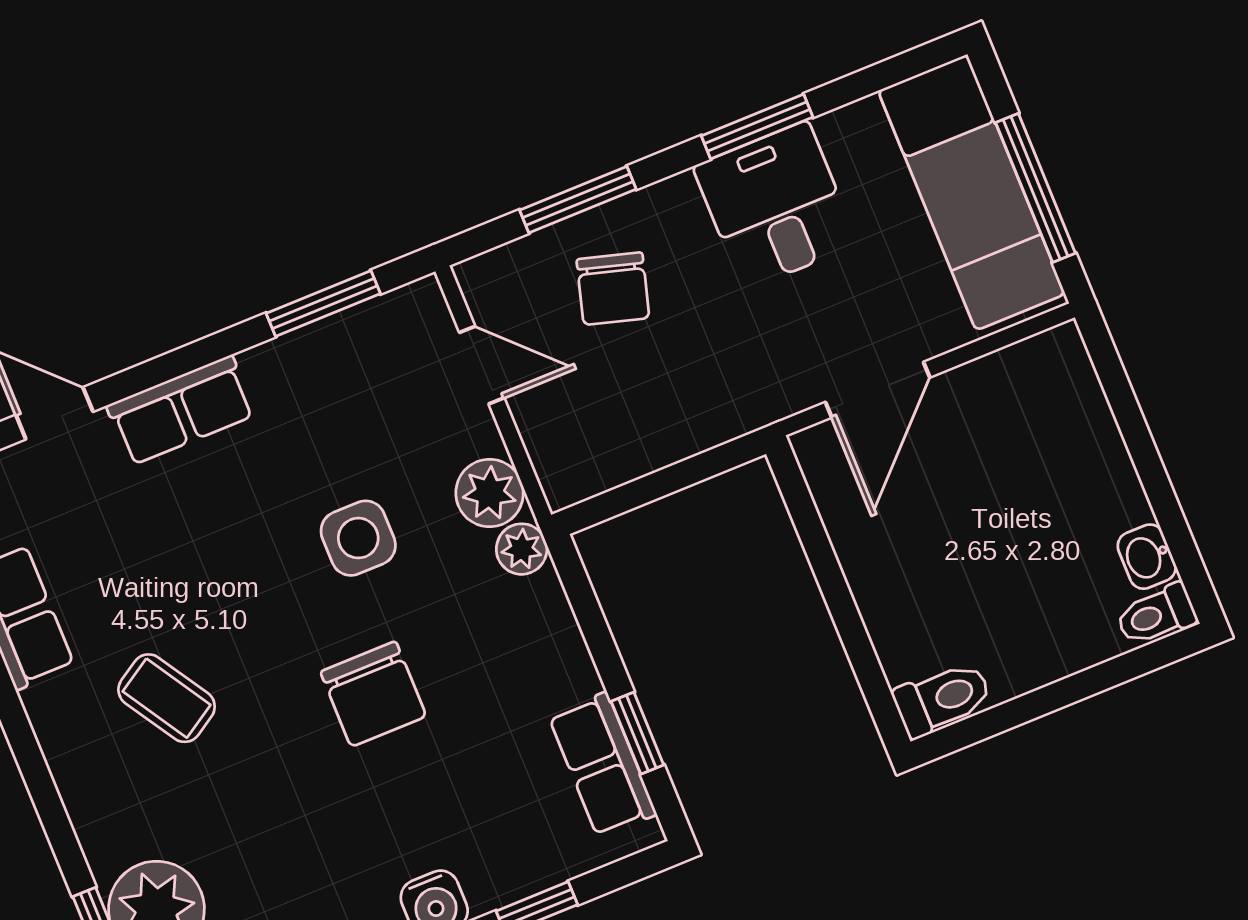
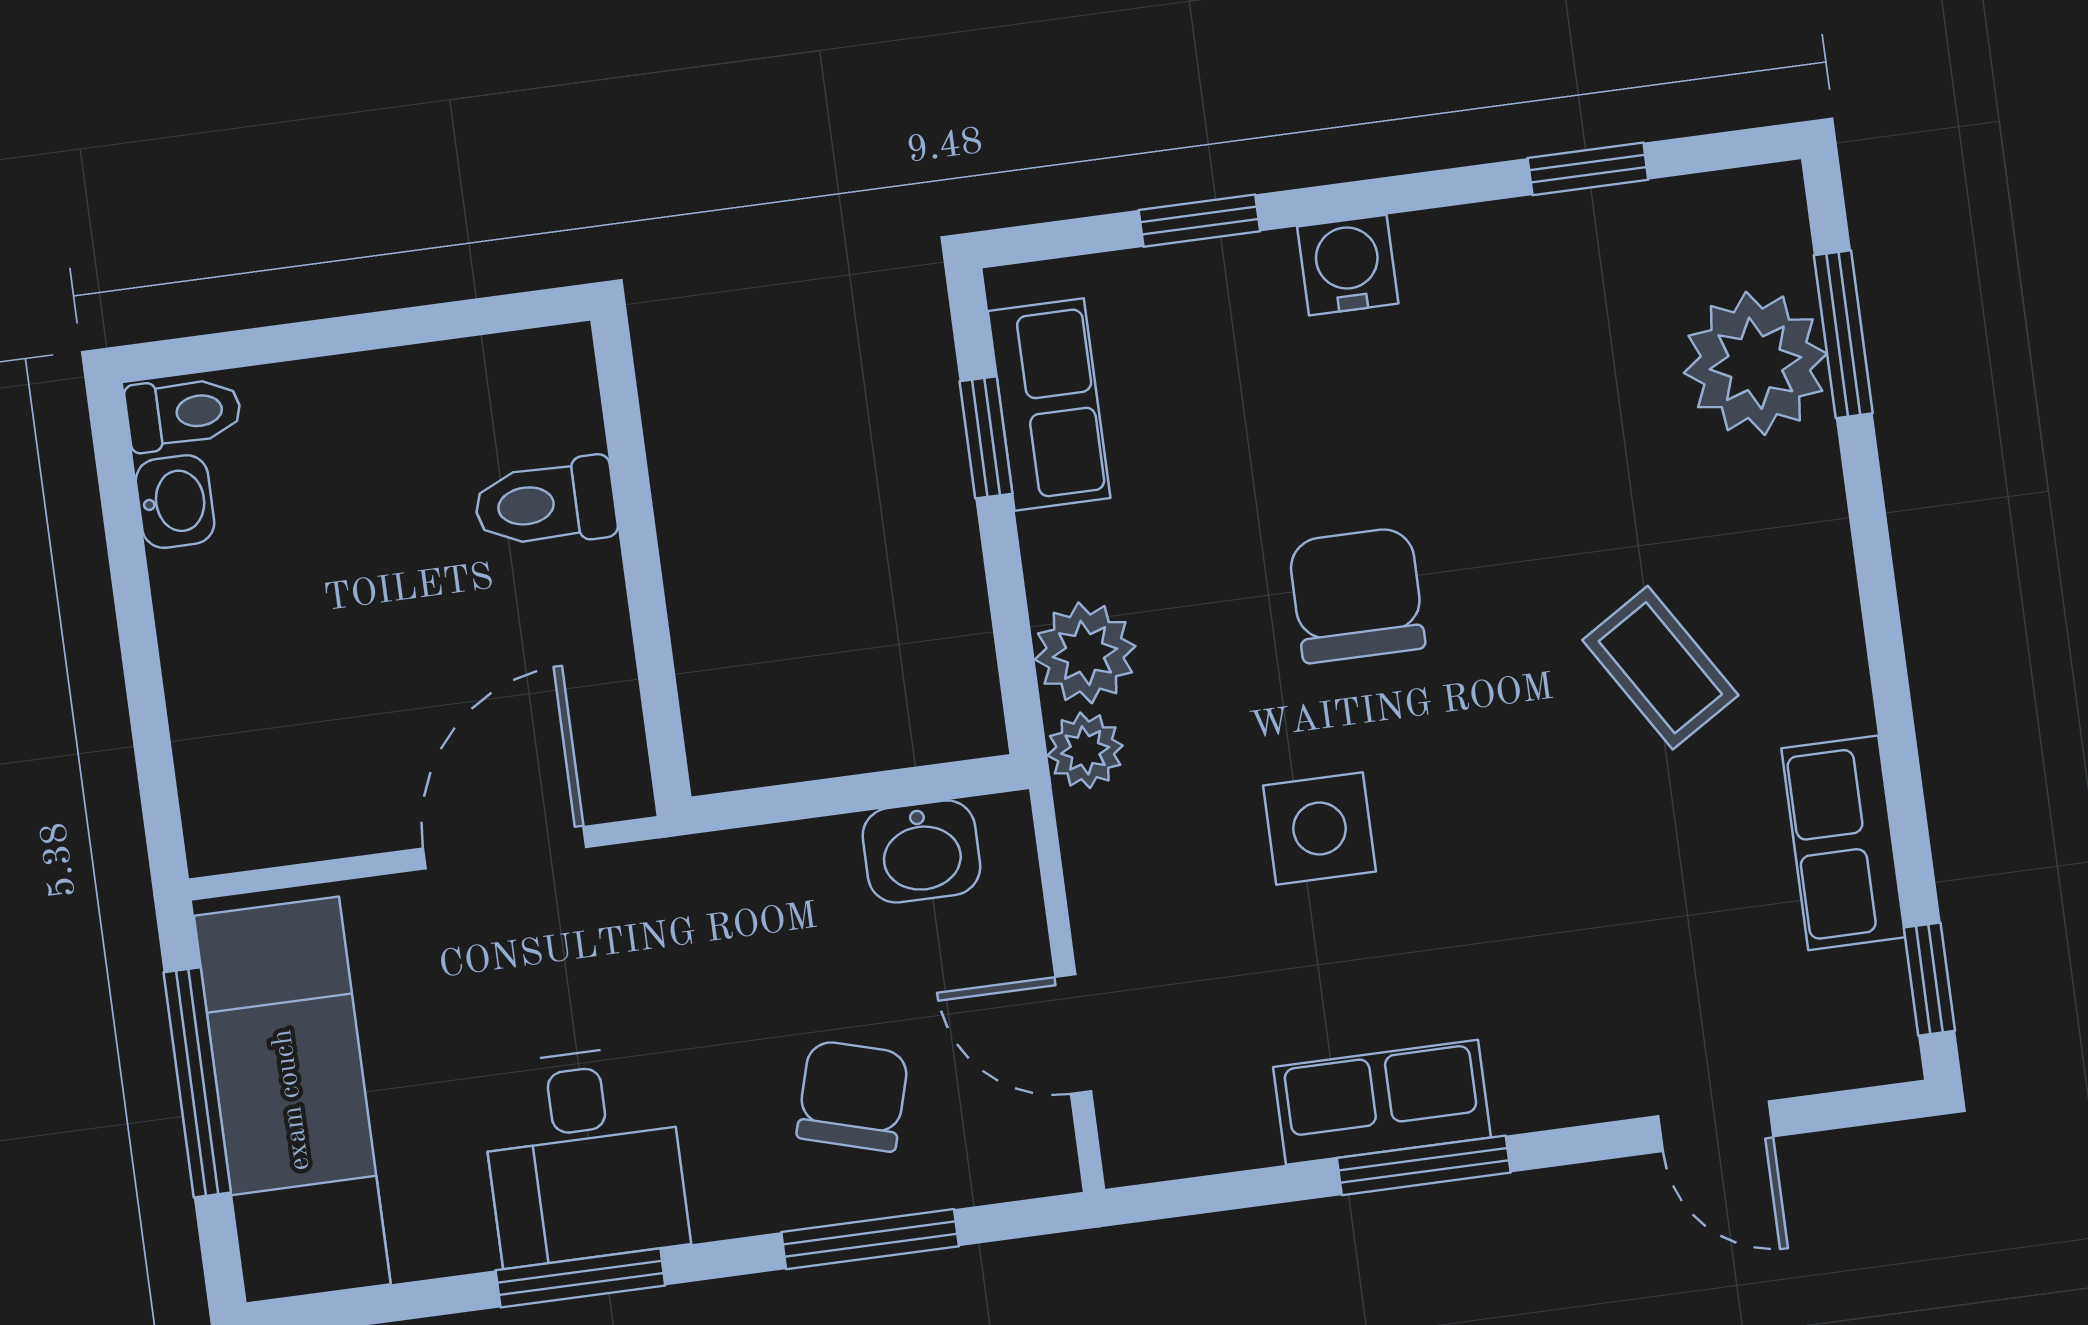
window: (323, 304) -> (1424, 1165), moved
row of seats: (181, 410) -> (1382, 1102), moved
washbasin: (610, 457) -> (921, 851), added
plant: (490, 493) -> (1085, 653), moved
toilet: (942, 699) -> (545, 503), moved

